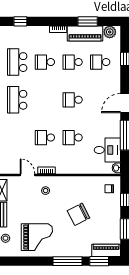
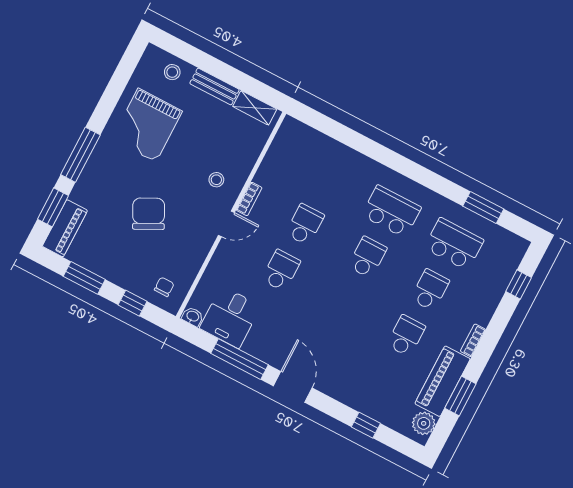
school desk: (100, 62) -> (382, 382), removed
school desk: (73, 100) -> (367, 257), moved
door: (28, 175) -> (226, 224), moved

